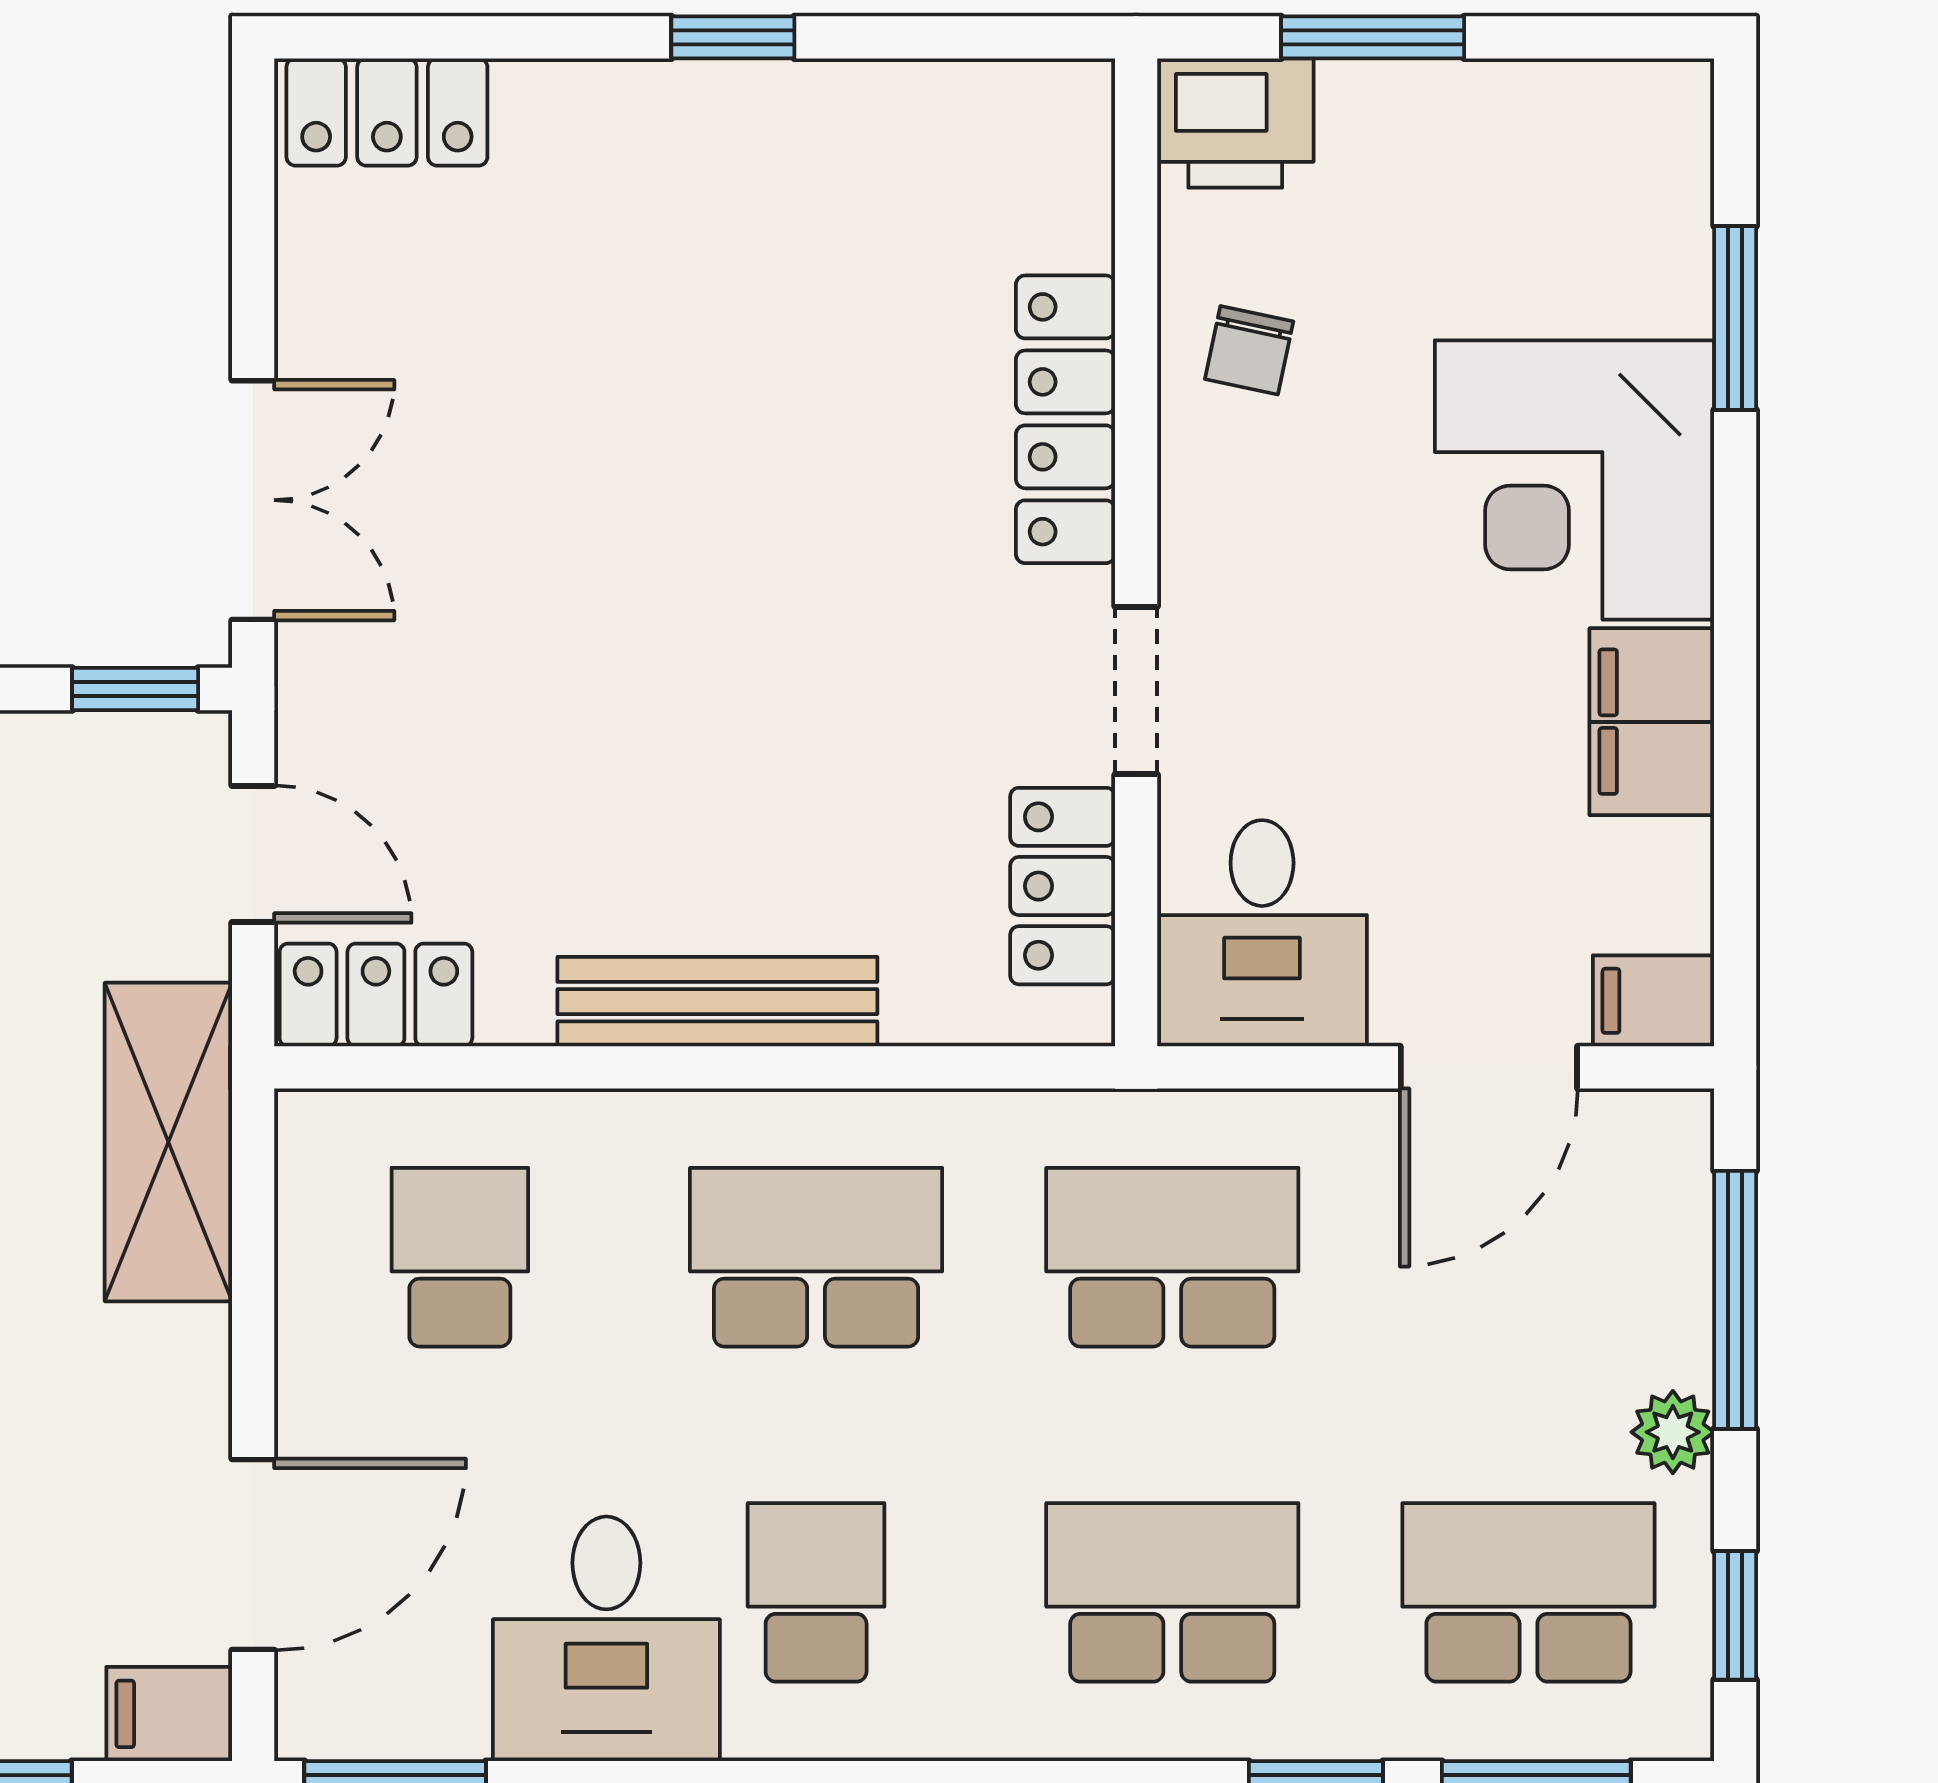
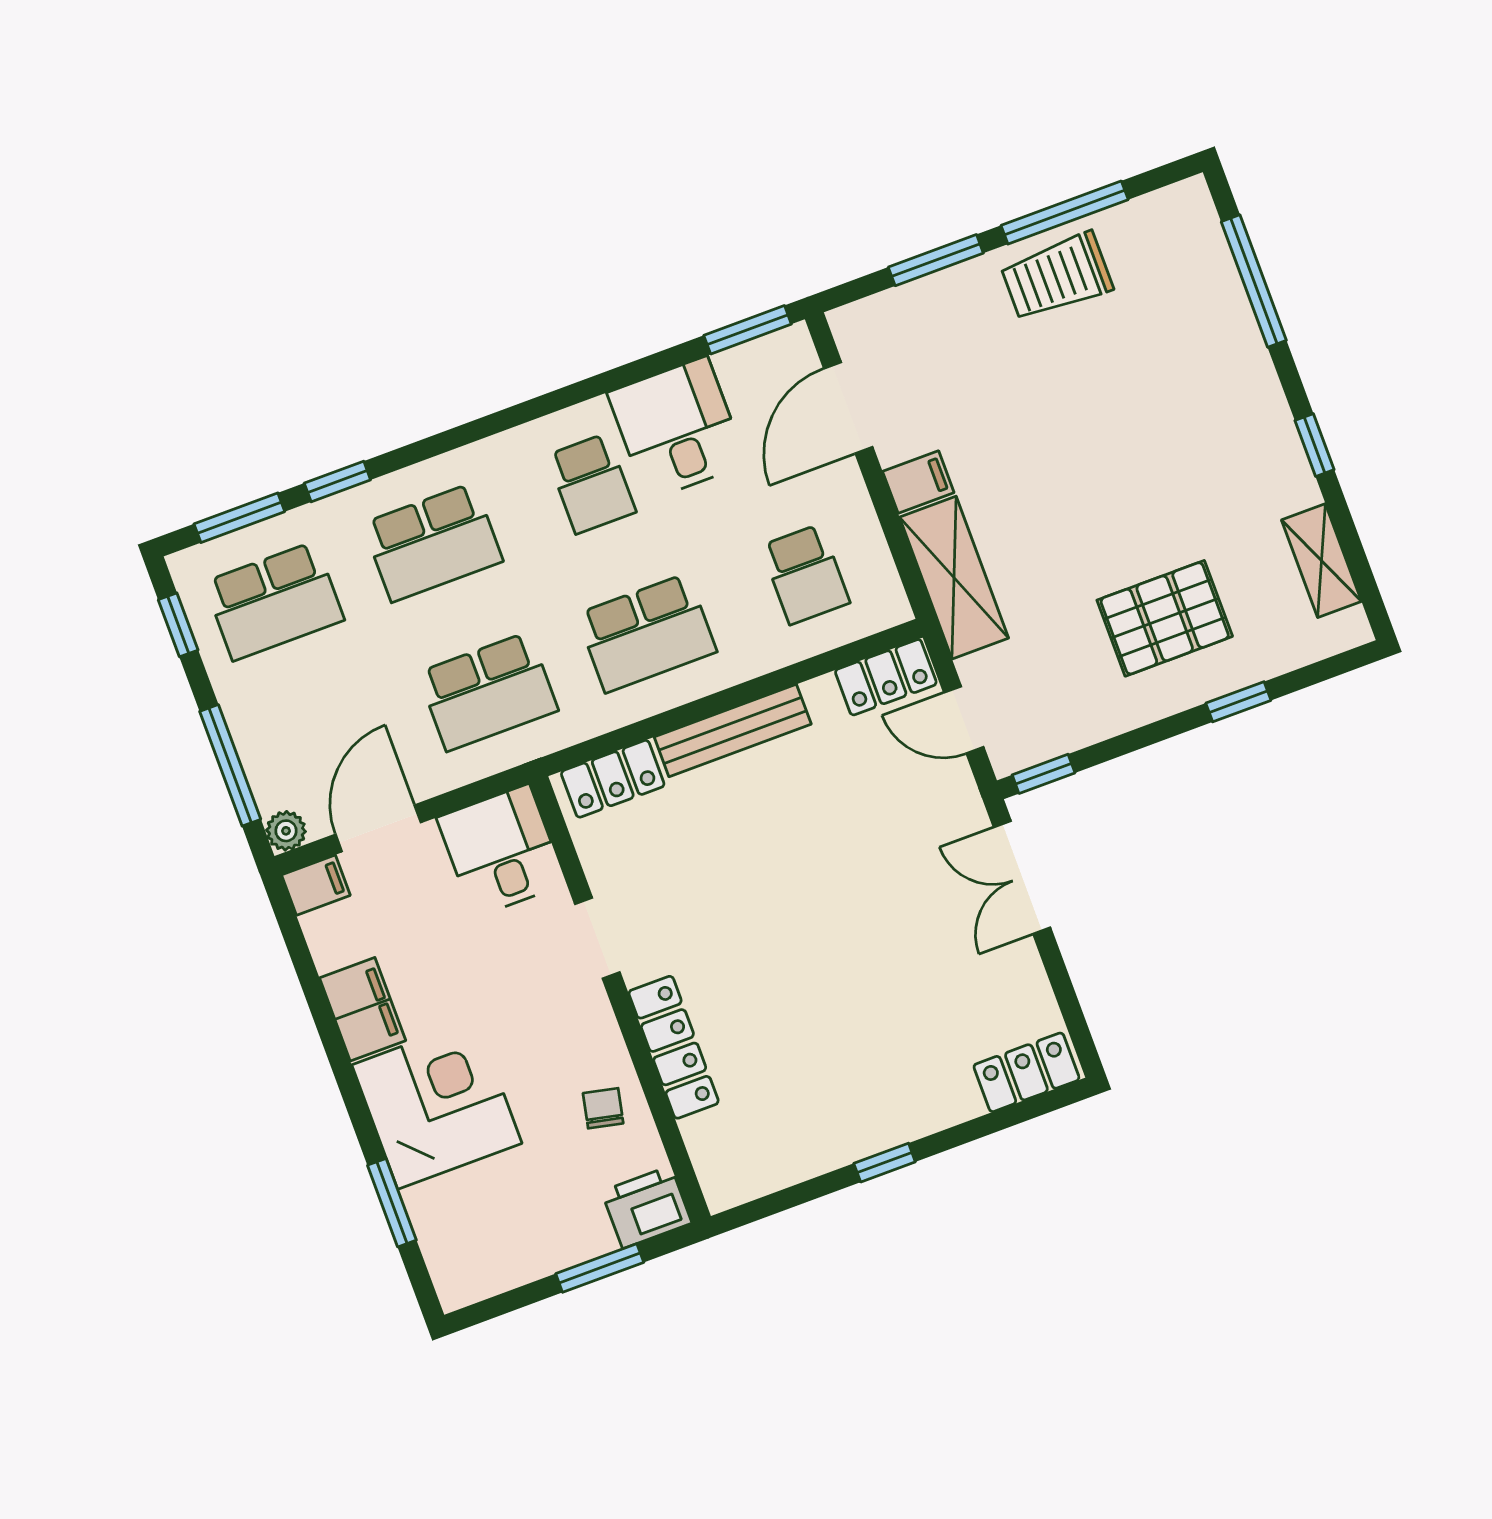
locker: (1063, 886) -> (613, 779), moved, turned 90
plant: (1673, 1432) -> (286, 831), moved
filing cabinet: (169, 1714) -> (918, 482), moved

